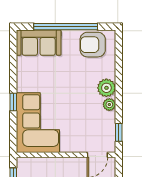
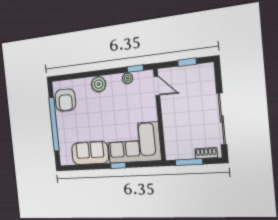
sofa: (39, 43) -> (90, 153), moved, turned -90
plant: (109, 105) -> (128, 78), moved

